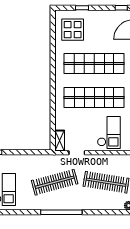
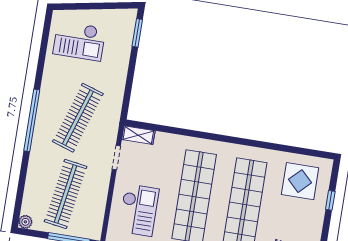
checkout: (109, 132) -> (139, 210), turned -90
clothes rail: (55, 182) -> (78, 118), turned 33

